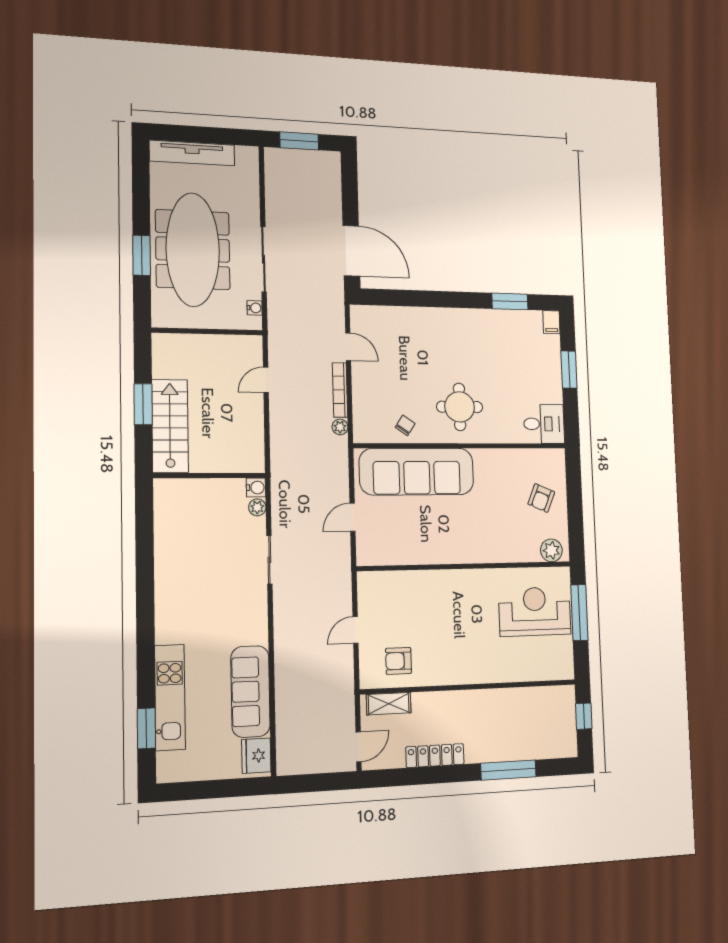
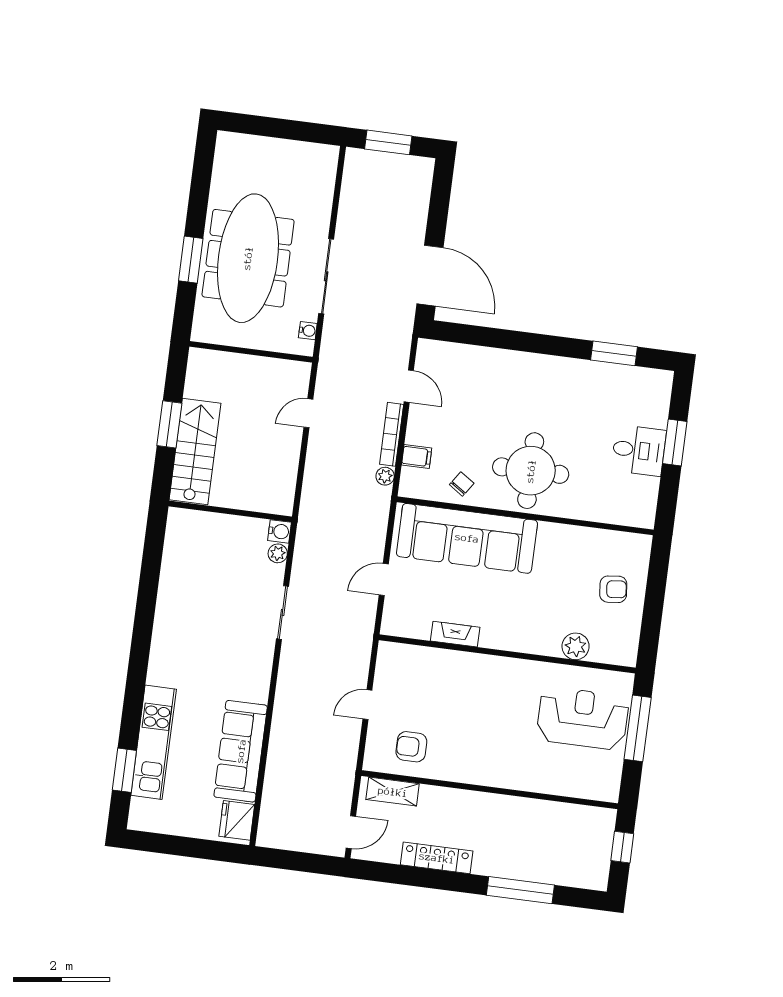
tv unit: (192, 153) -> (263, 148), removed
filing cabinet: (551, 322) -> (417, 457), moved, turned -90
round table: (460, 407) -> (531, 471), width x1.36, depth x1.36
desk: (544, 424) -> (639, 450), moved
armchair: (541, 498) -> (613, 589), turned -119
plant: (551, 550) -> (576, 646), moved
fireplace: (420, 556) -> (455, 634), added

